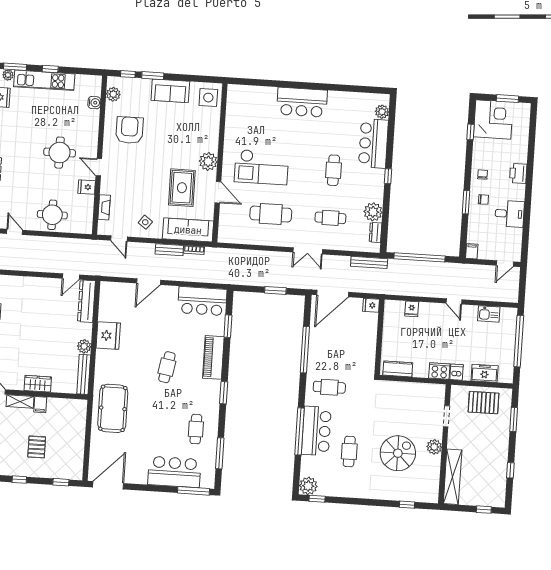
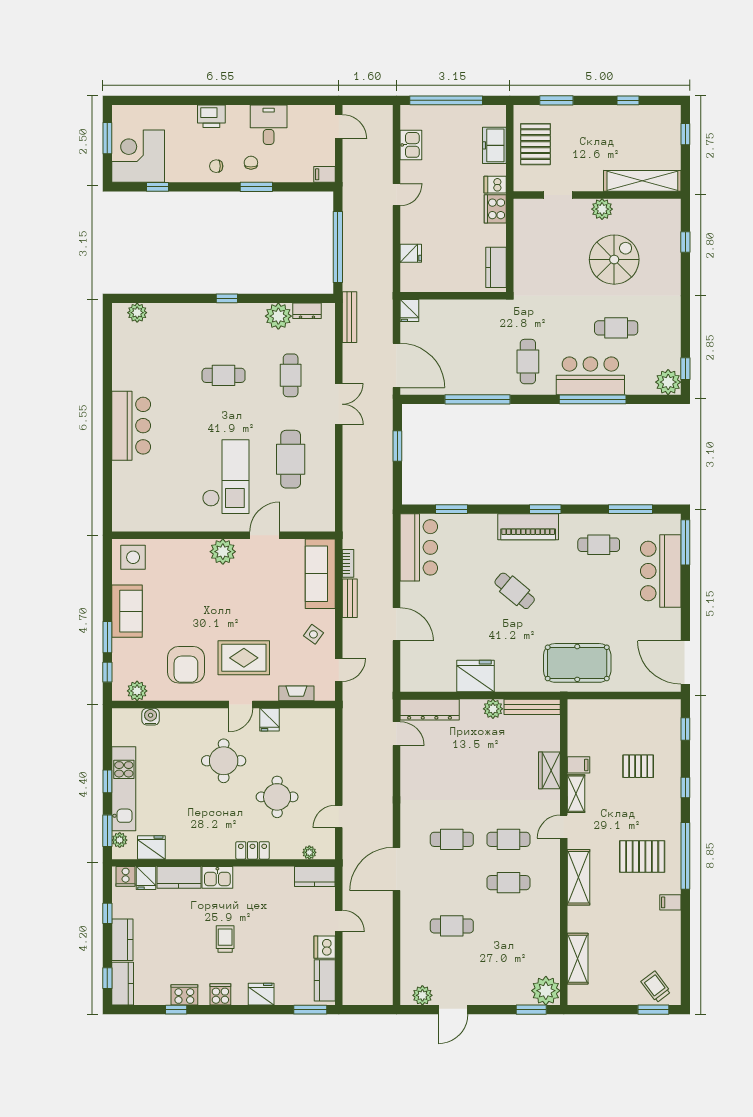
armchair: (129, 130) -> (186, 665), turned -90
bar counter: (373, 143) -> (182, 322), removed
rug: (182, 188) -> (244, 658), moved
round table: (52, 215) -> (277, 797), moved
piano: (213, 357) -> (528, 527), moved
cafe table: (167, 367) -> (515, 591), turned 30
spiral stairs: (398, 453) -> (614, 260), turned 90

